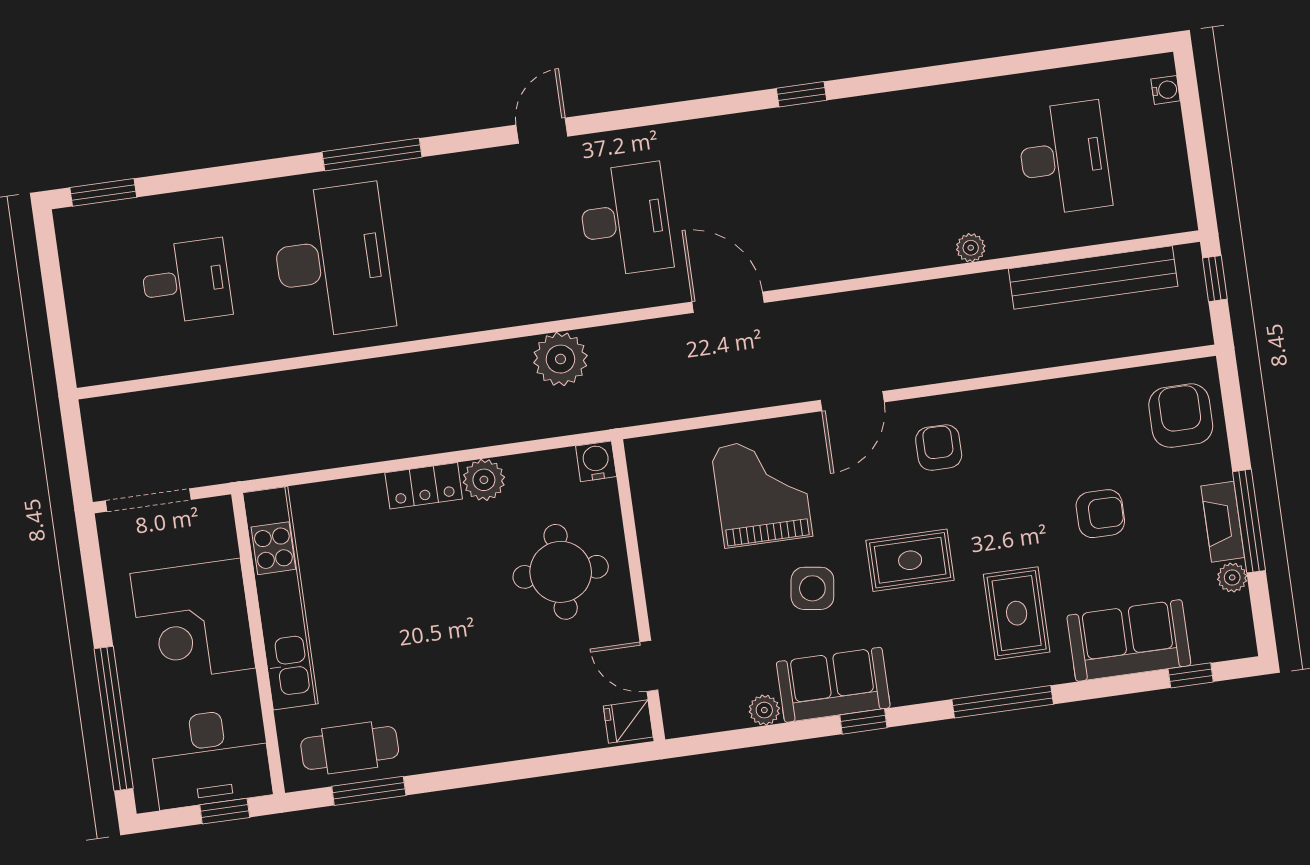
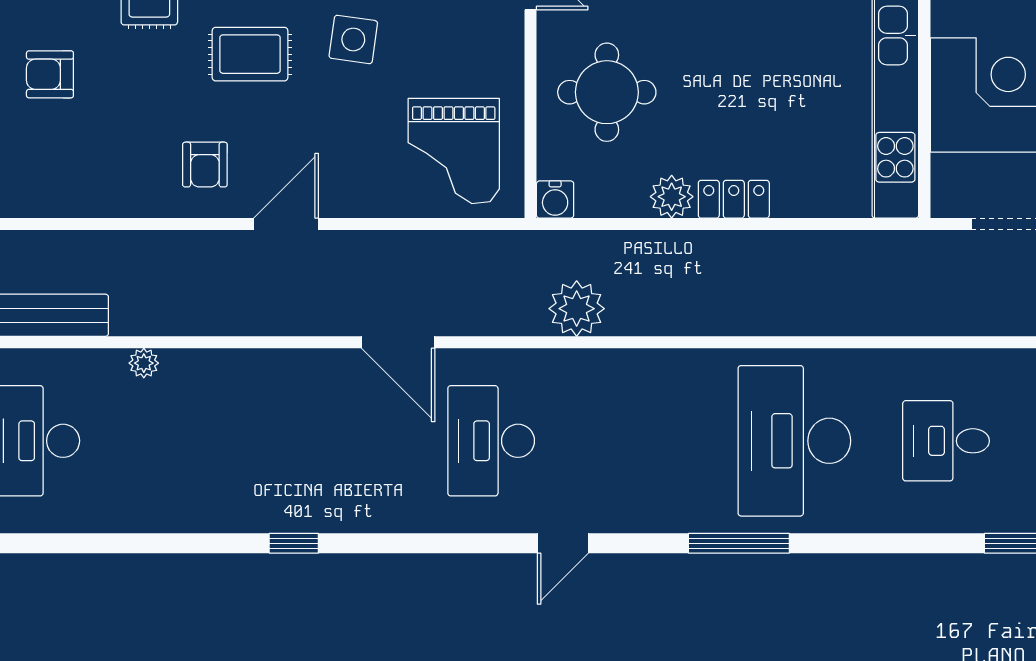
grand piano: (762, 492) -> (454, 151), moved

